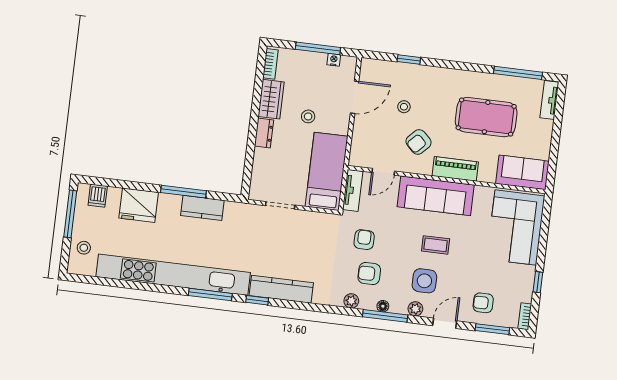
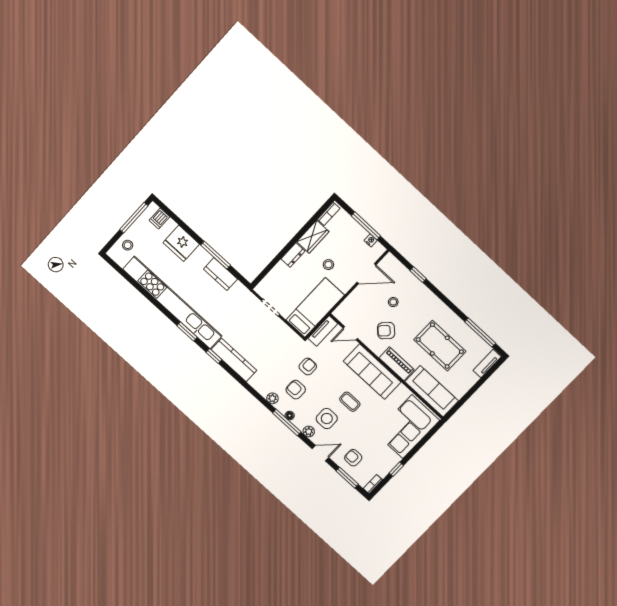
sofa: (522, 172) -> (432, 391), width x1.36
window: (210, 294) -> (187, 331), width x0.69

